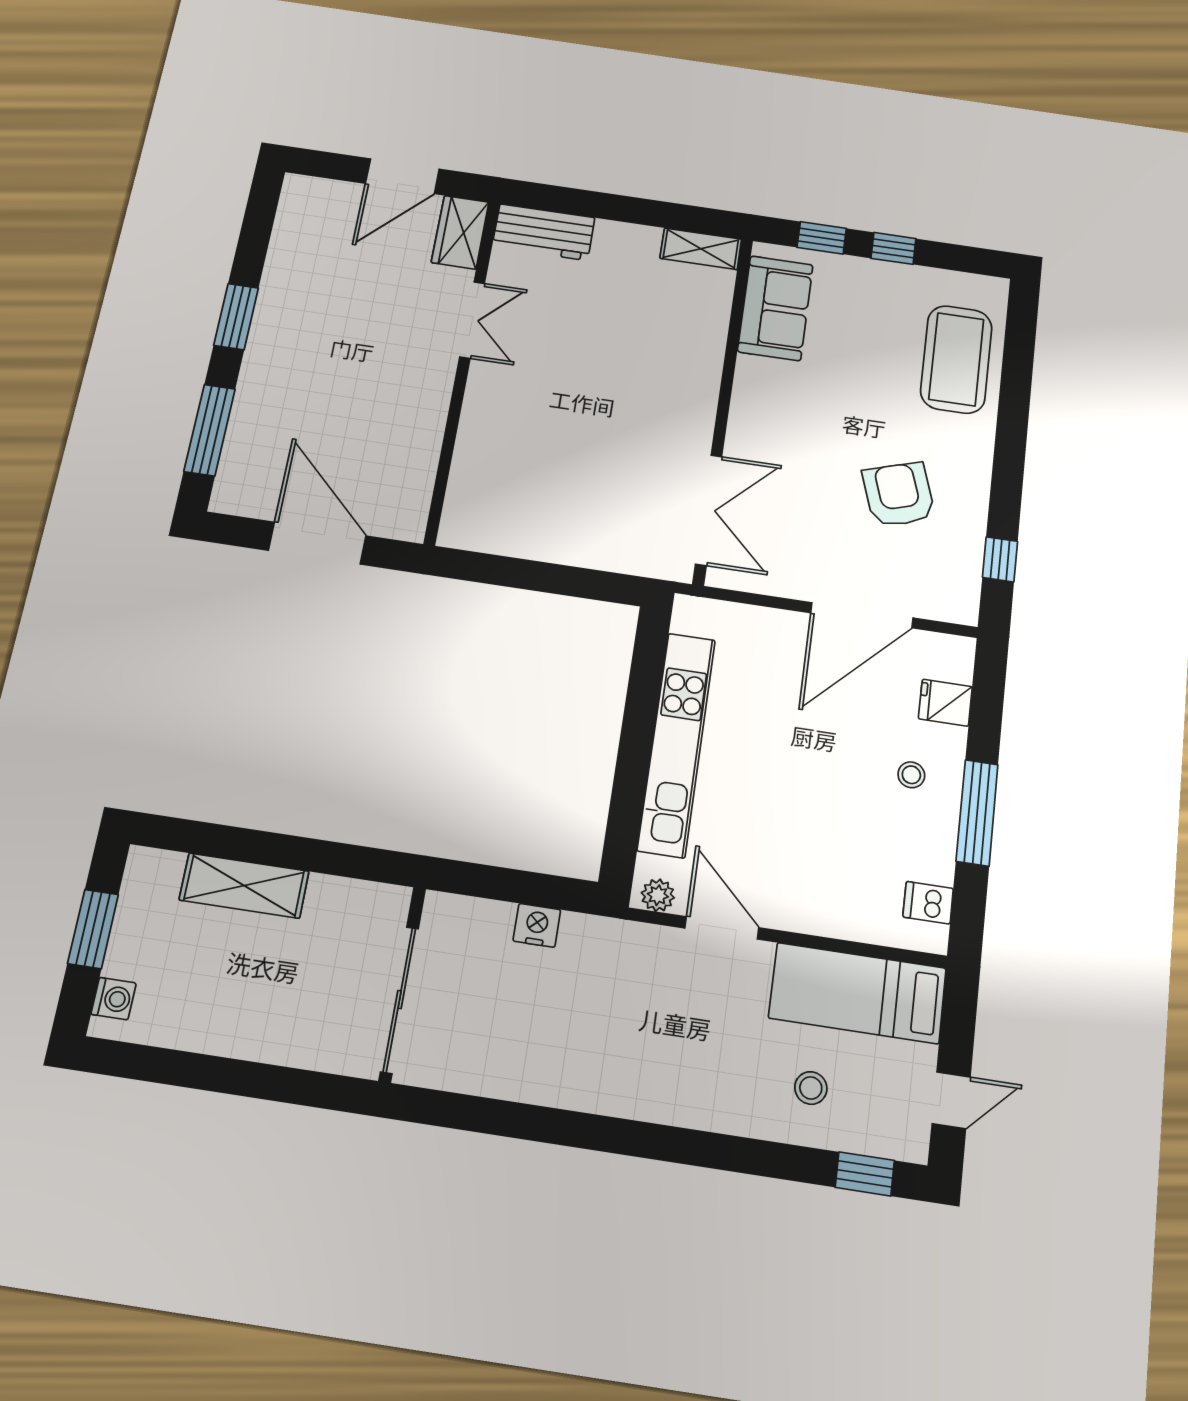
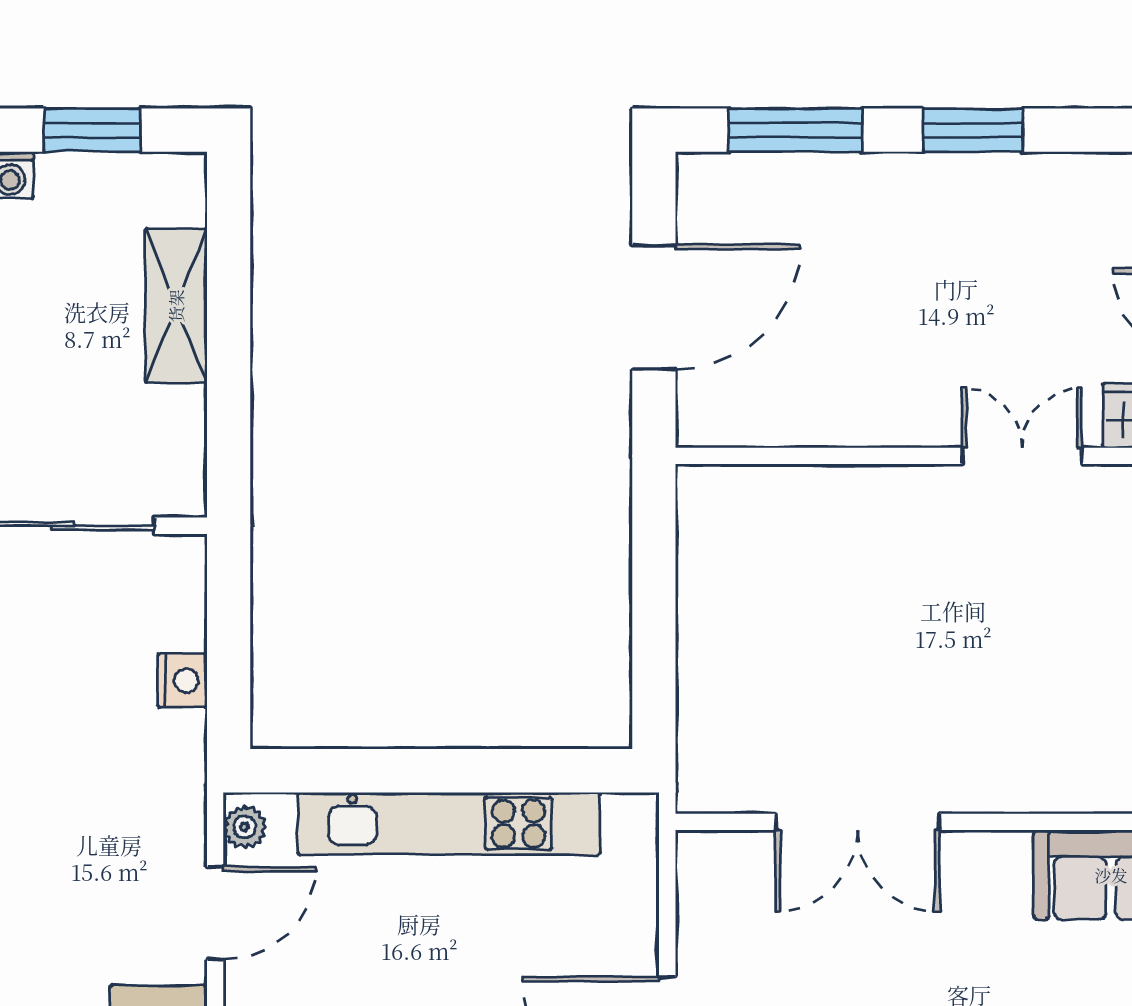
double door: (472, 320) -> (1022, 456), swing flipped
double door: (709, 510) -> (857, 822), moved

